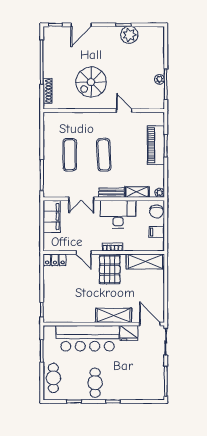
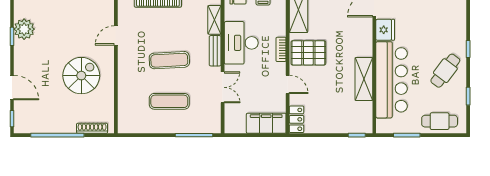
spiral stairs: (91, 82) -> (81, 76), turned -90
filing cabinet: (52, 217) -> (266, 123), moved
door: (84, 252) -> (288, 84), hinge flipped
shelving: (114, 315) -> (364, 79), moved
cafe table: (95, 383) -> (445, 71), turned -53

